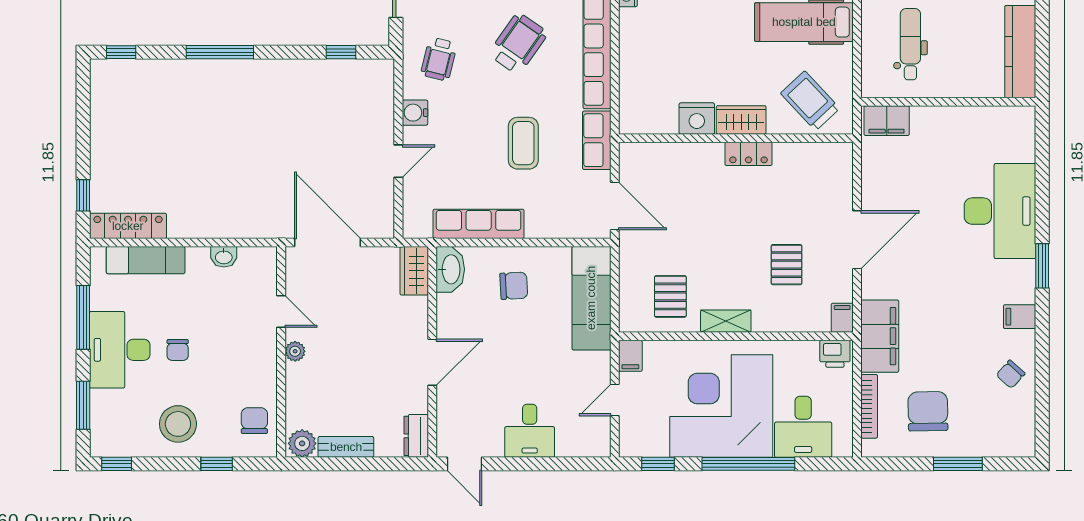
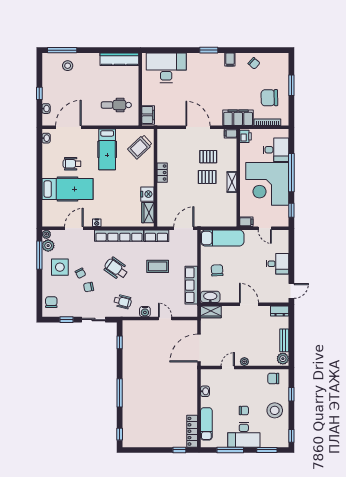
wardrobe: (741, 120) -> (148, 213), moved
desk: (1000, 211) -> (166, 68), moved
pallet: (670, 296) -> (207, 177), moved

